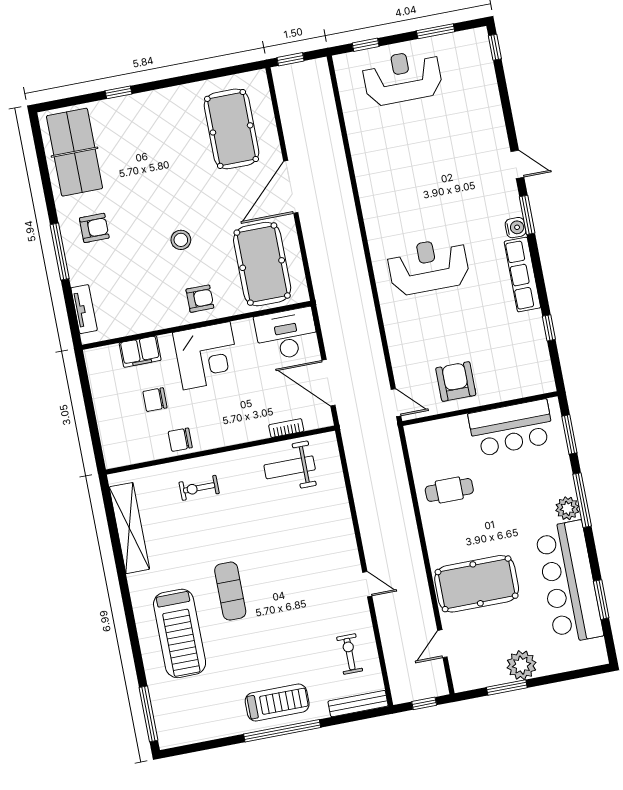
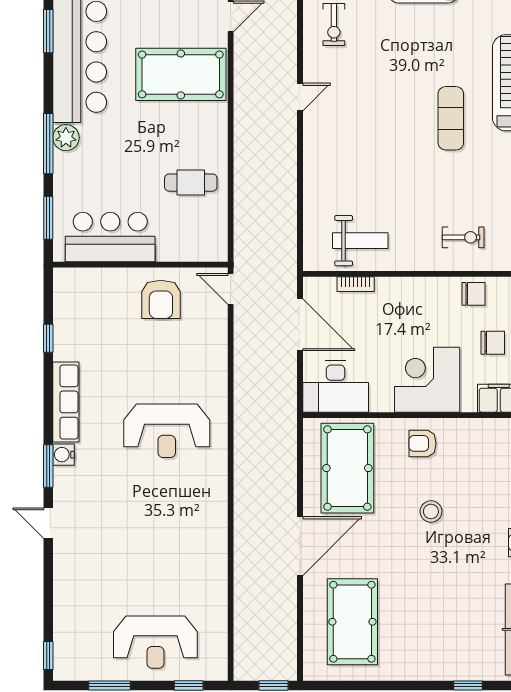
door: (367, 584) -> (300, 97), swing flipped

